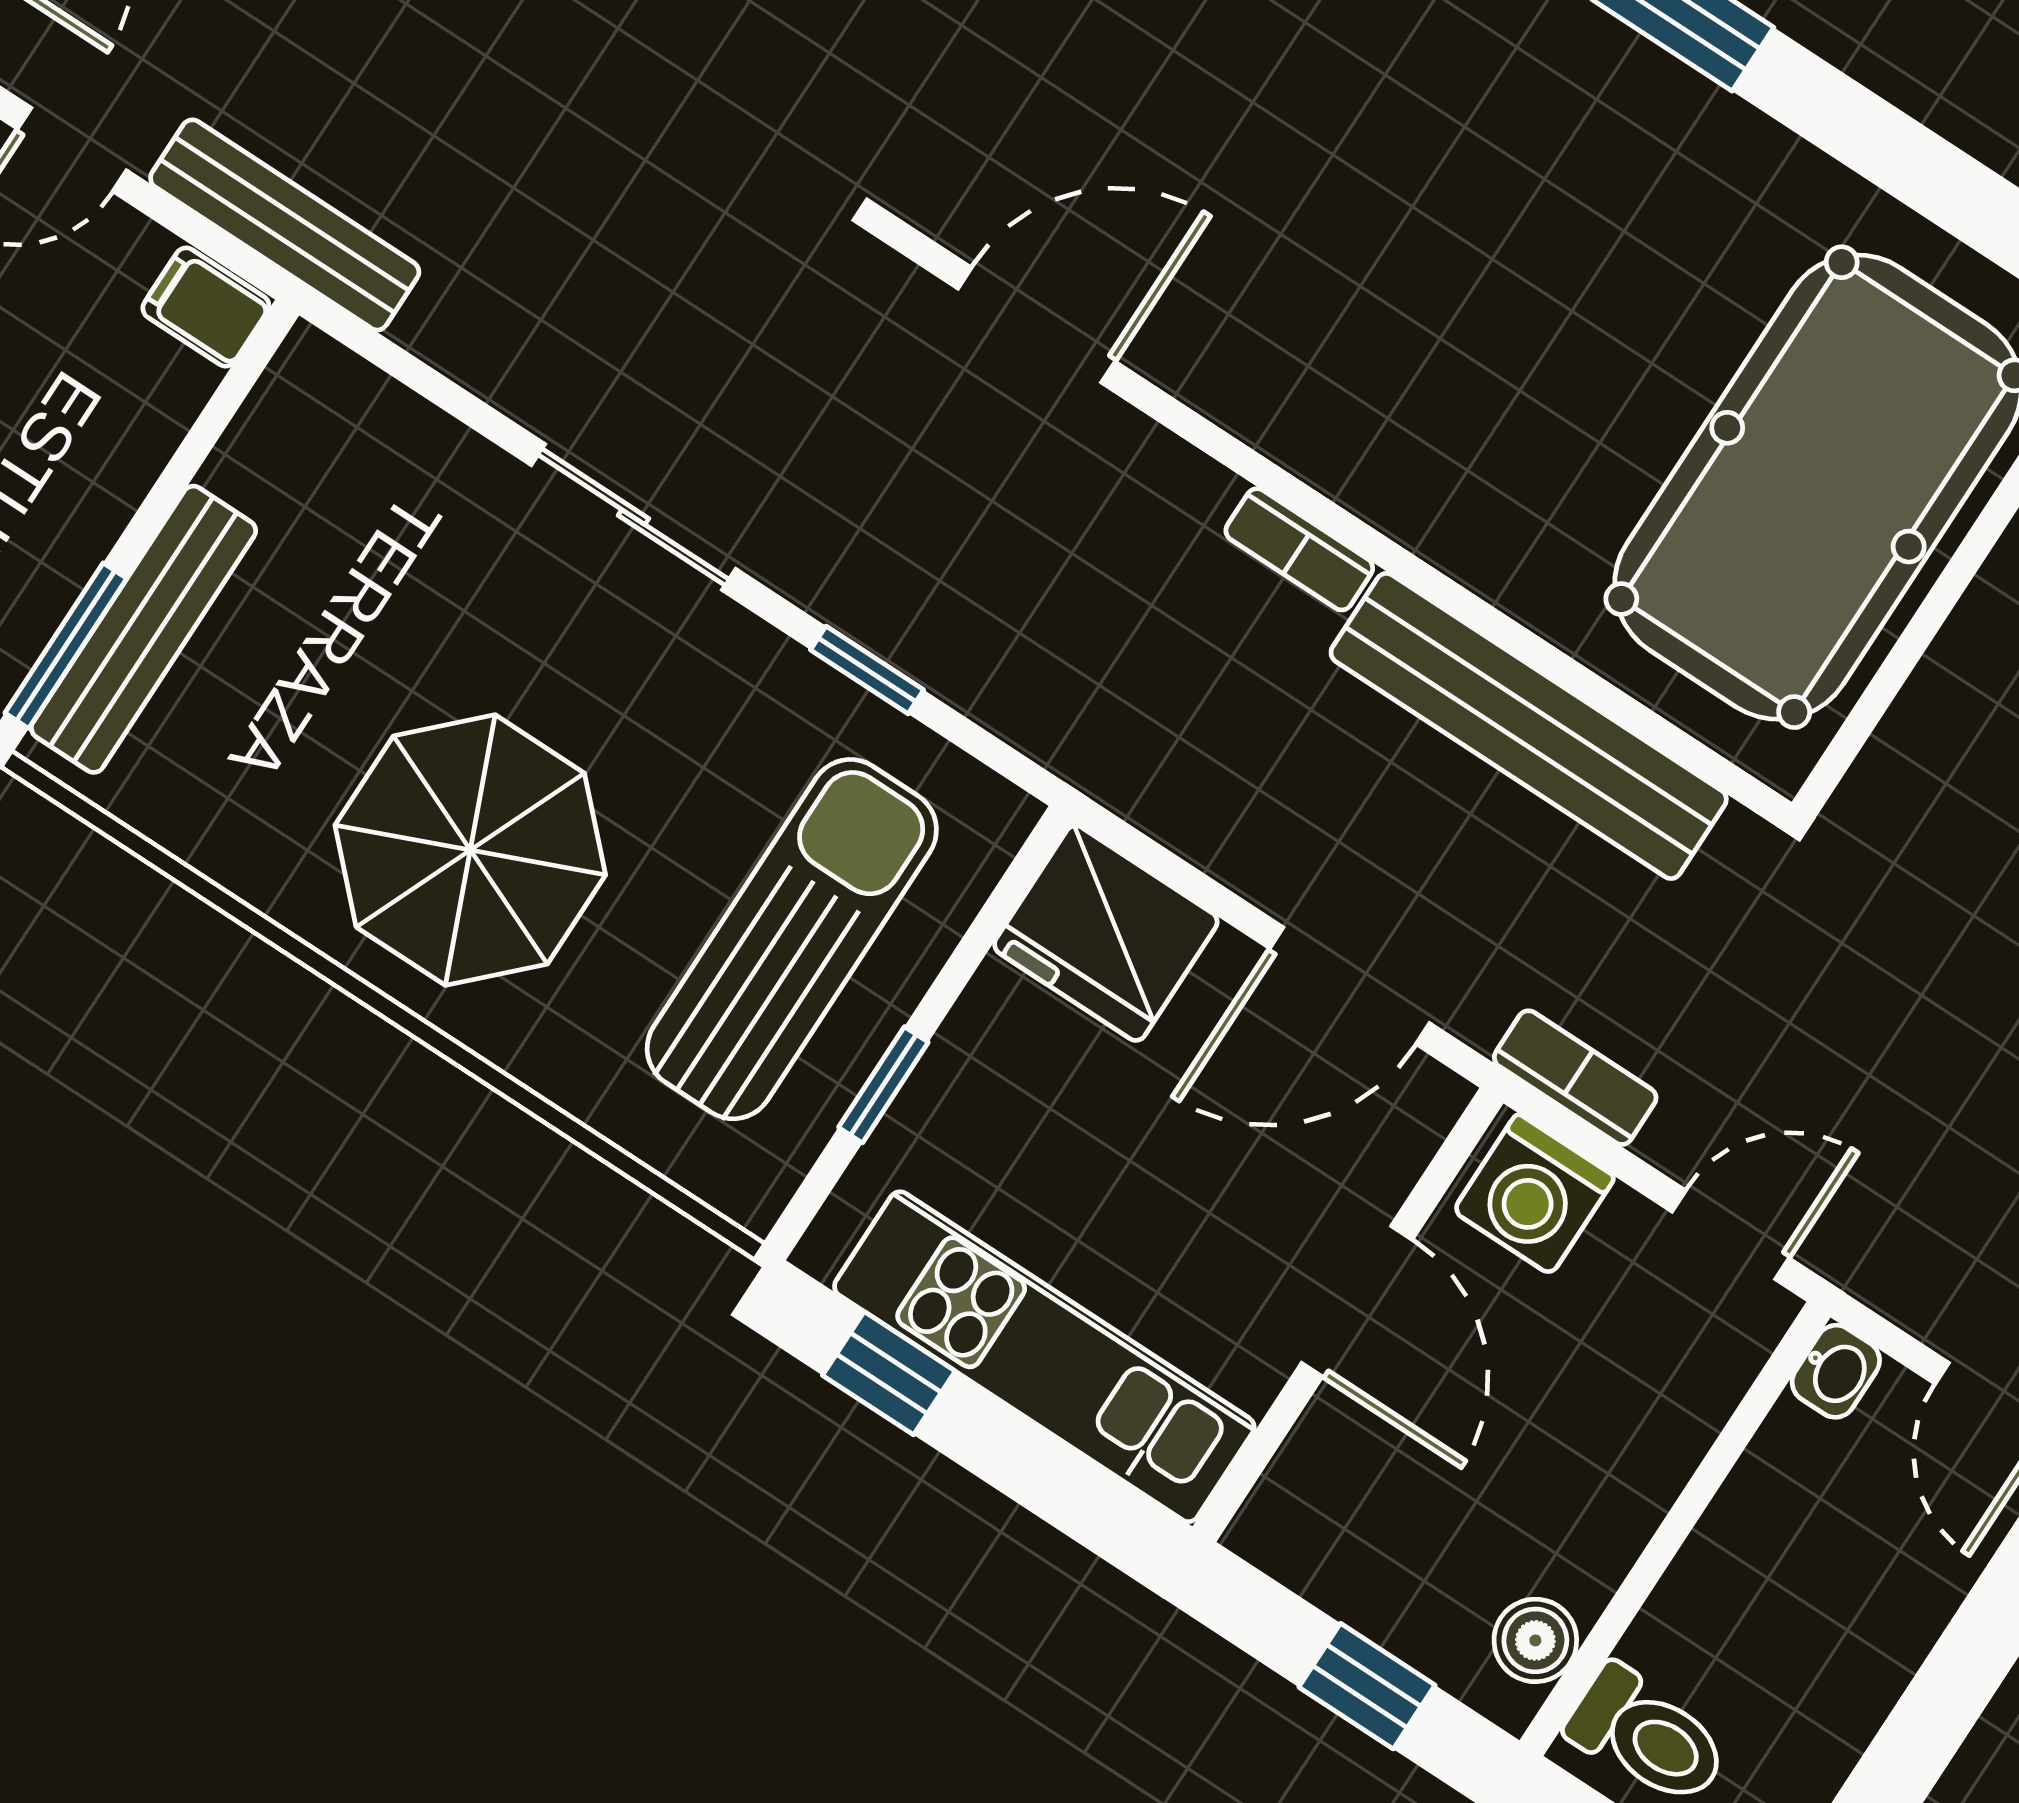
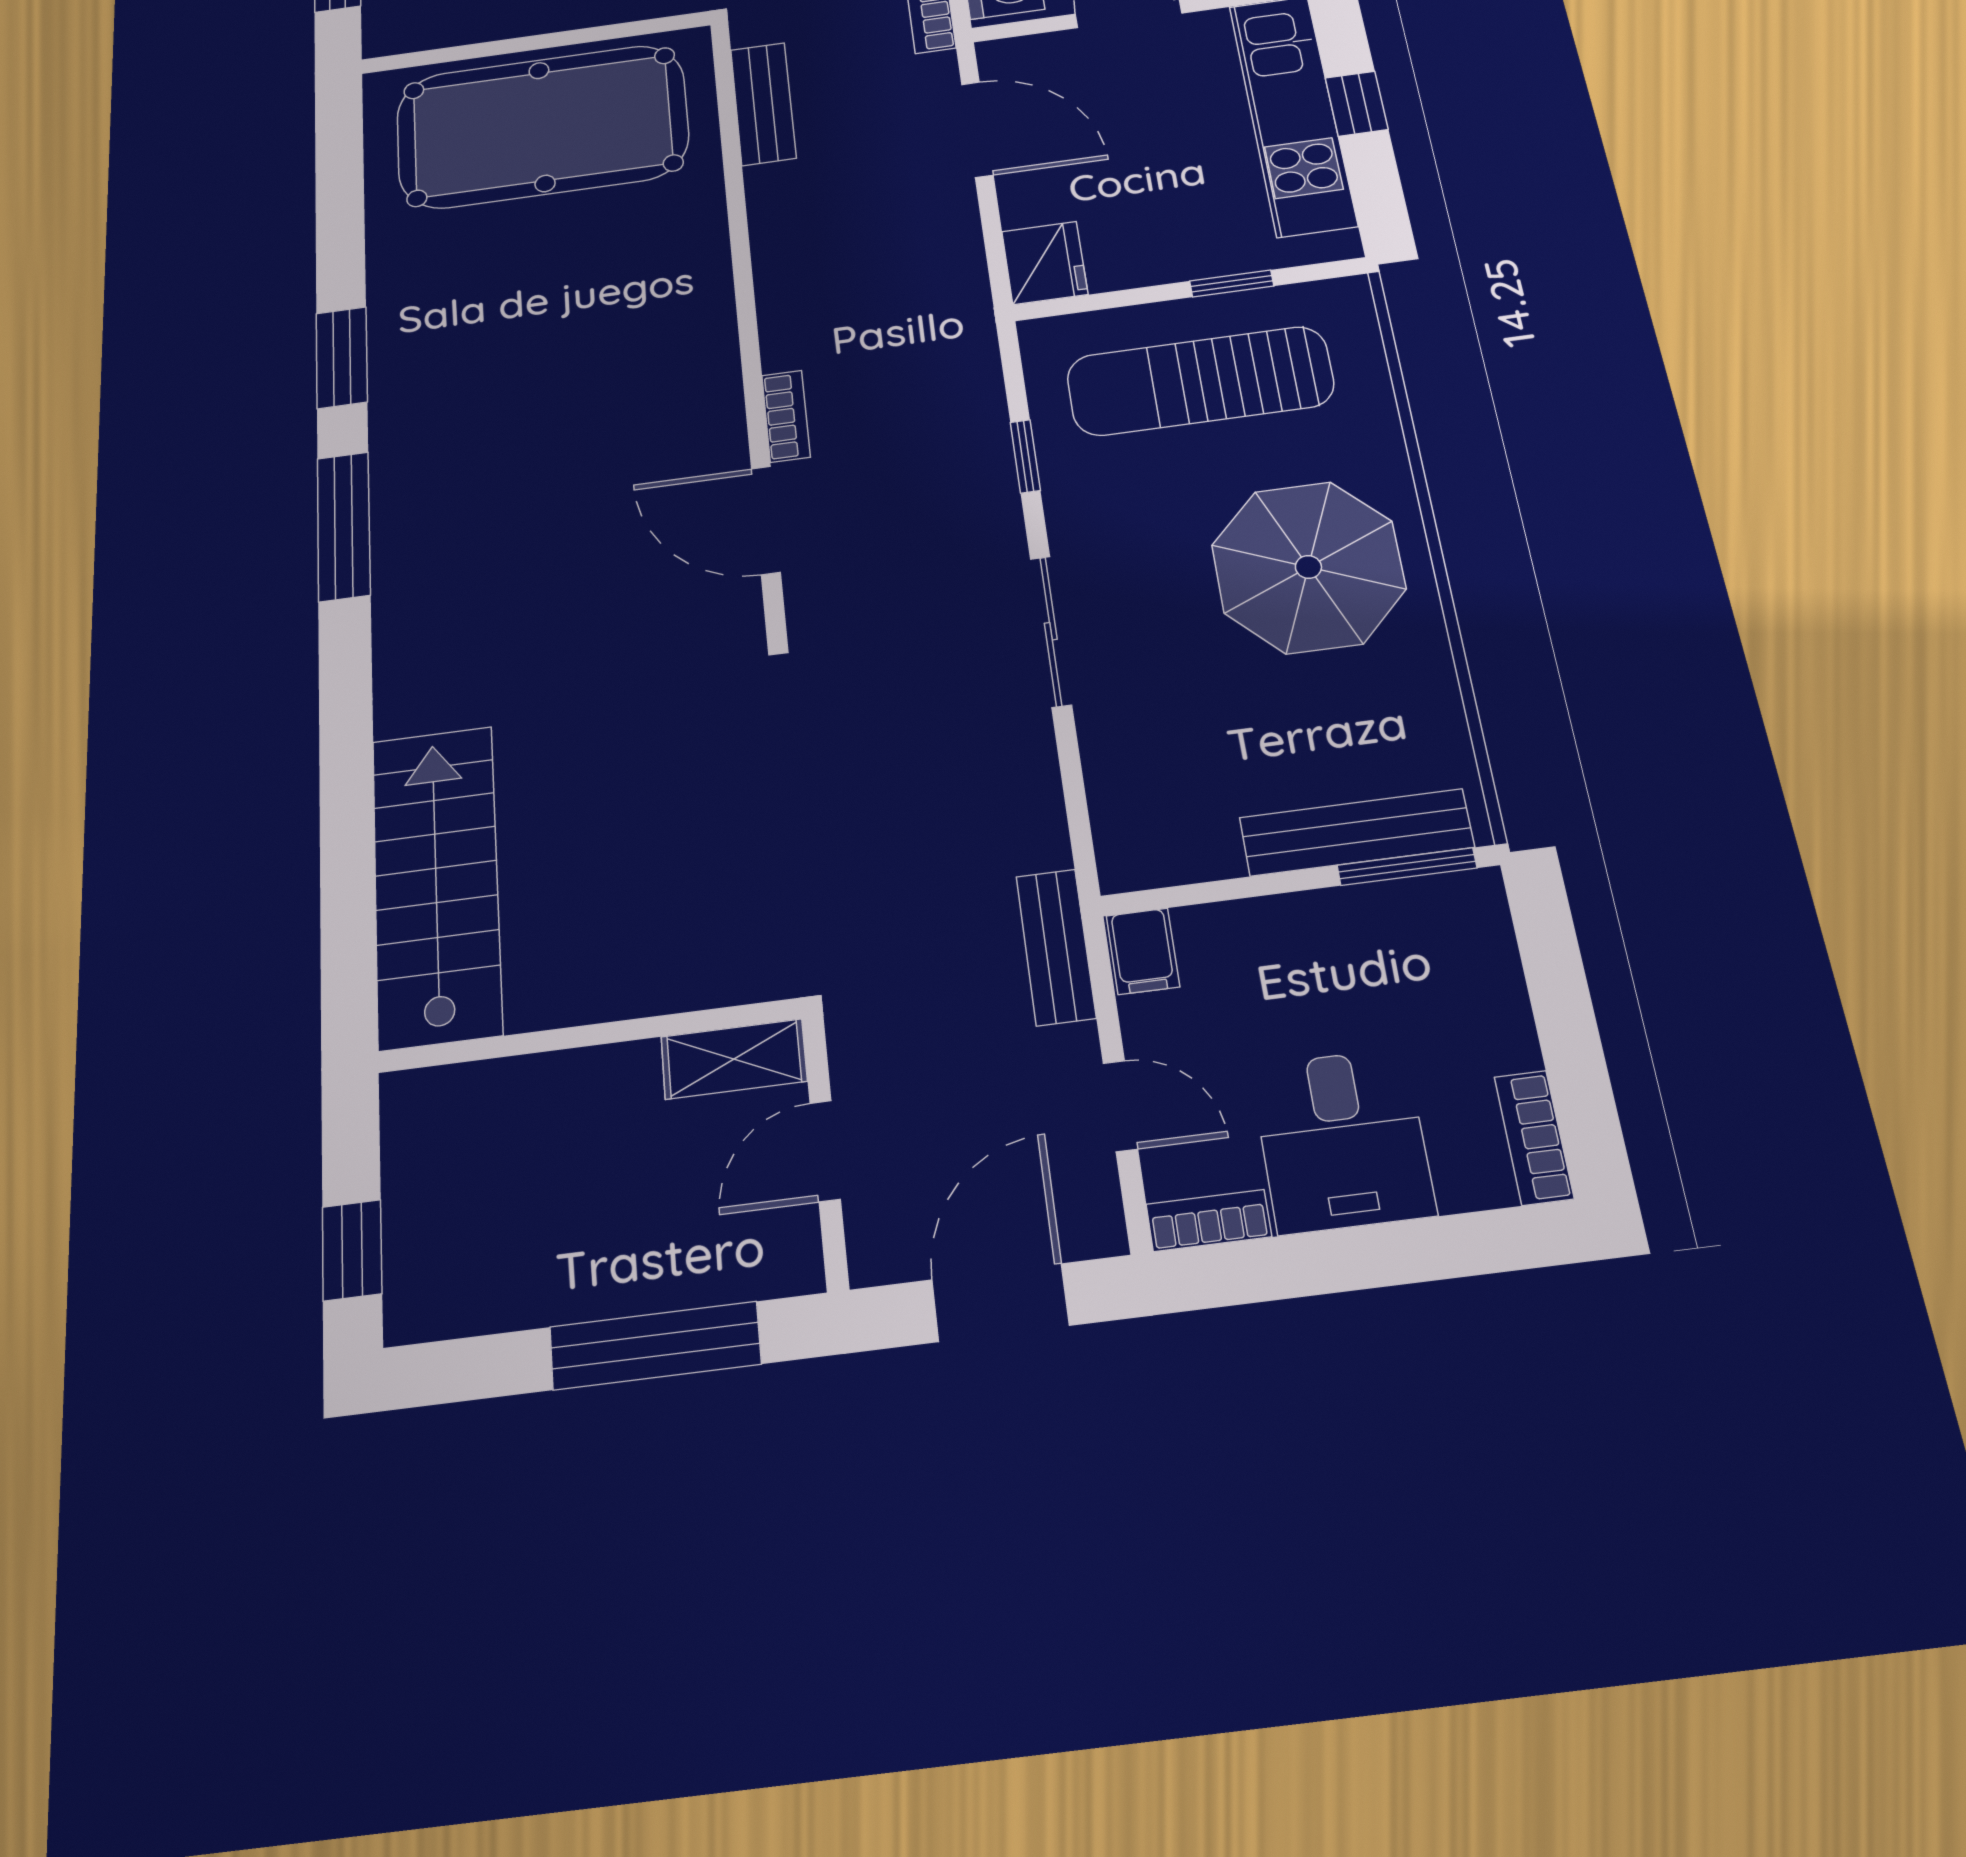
bench: (285, 225) -> (1056, 947), width x0.73
bookcase: (1299, 549) -> (786, 416), moved
bench: (1529, 726) -> (763, 104), width x0.54, depth x0.82
fridge: (1106, 933) -> (1045, 263), width x0.73, depth x0.75
window: (889, 1373) -> (1357, 104), moved

